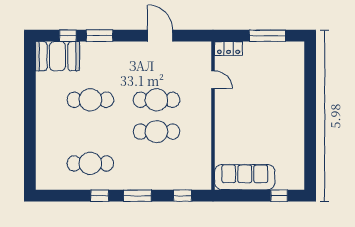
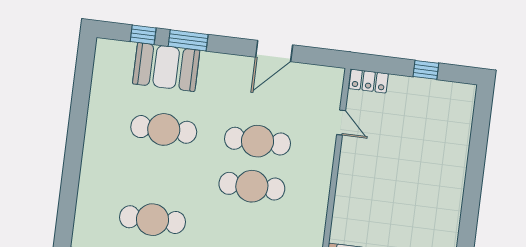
door: (160, 36) -> (274, 51), swing flipped
window: (267, 36) -> (426, 70), width x0.46
booth: (57, 56) -> (166, 67), moved

